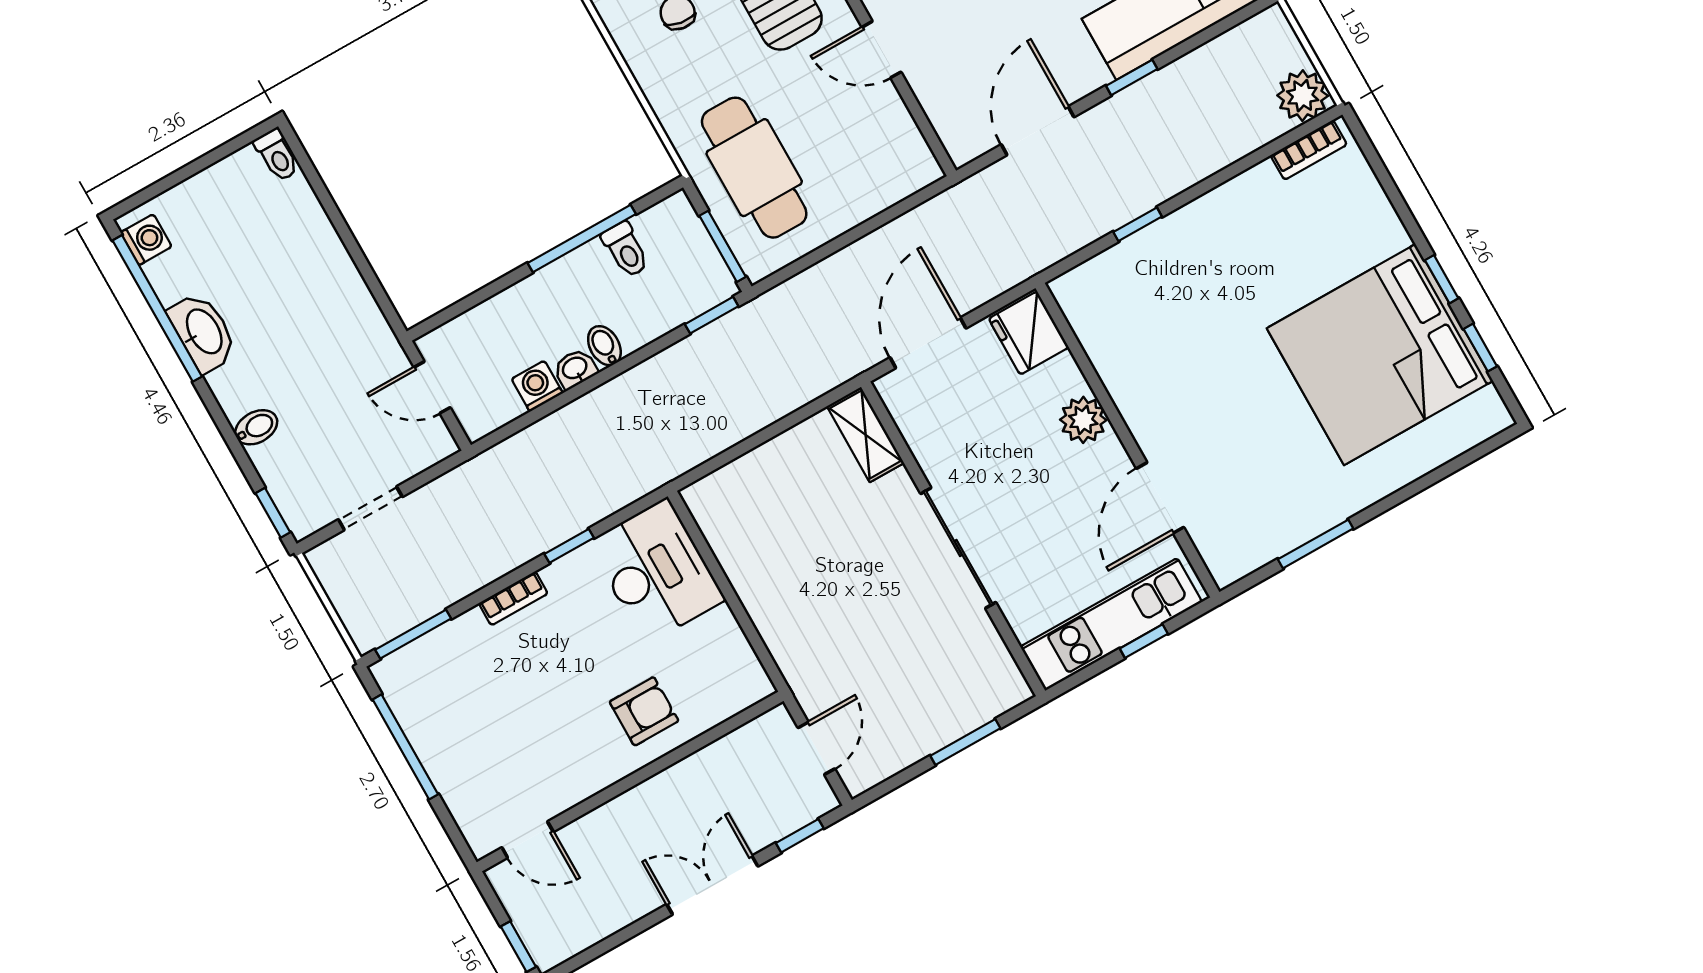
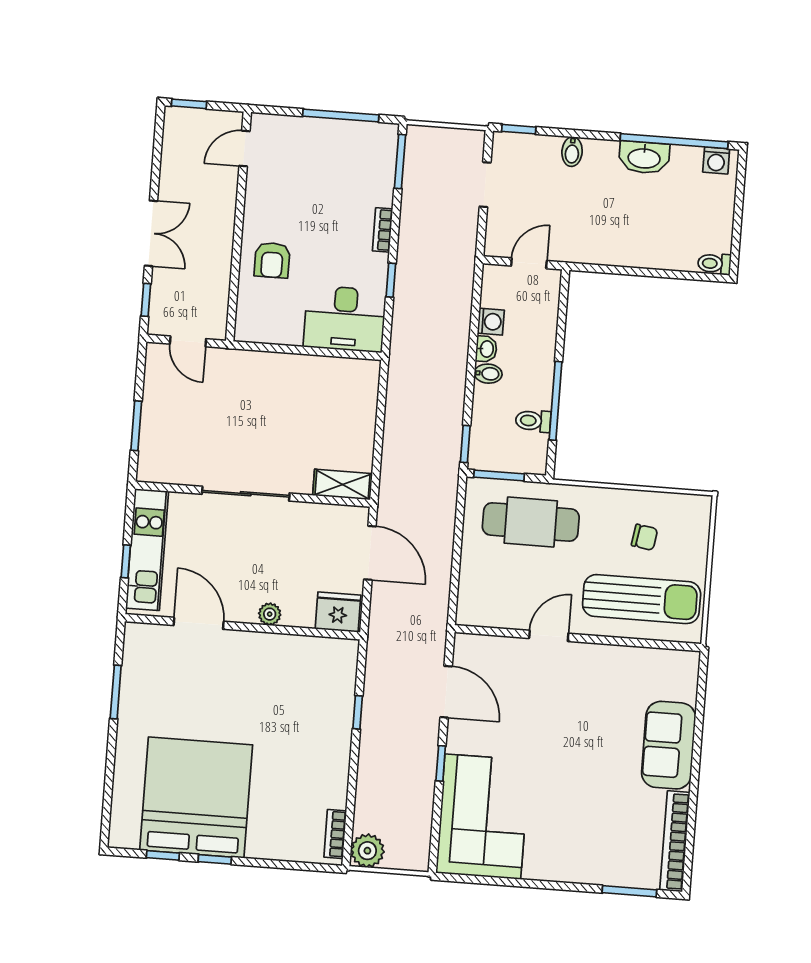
plant: (1083, 420) -> (270, 614), width x0.73, depth x0.73

